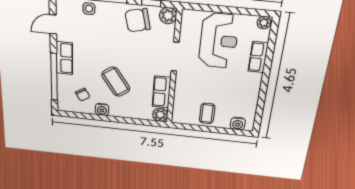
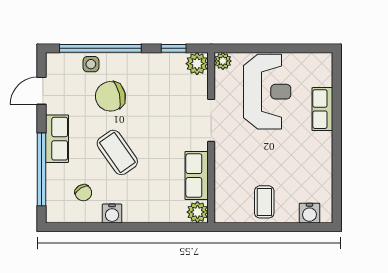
chair: (138, 20) -> (110, 96), moved
plant: (264, 23) -> (223, 61), moved
coffee table: (116, 82) -> (117, 152), moved

